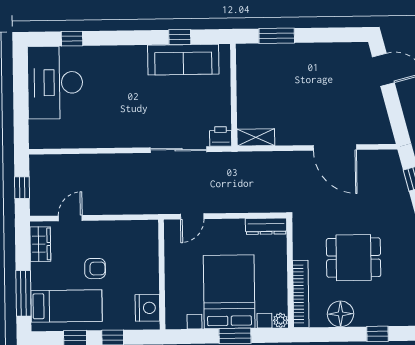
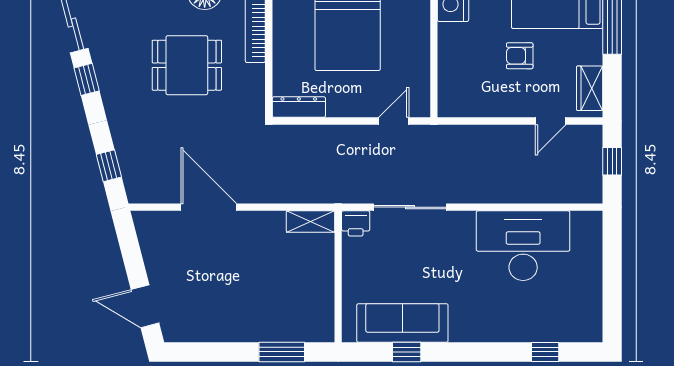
desk: (55, 83) -> (523, 246), moved, turned -90

